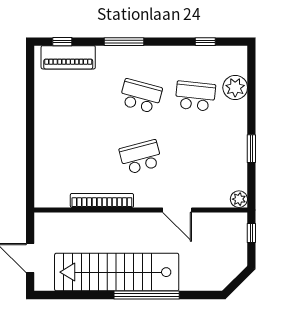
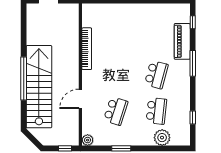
piano: (68, 57) -> (182, 41), moved
school desk: (141, 157) -> (116, 111), moved, turned 33
stairs: (117, 272) -> (39, 87), moved

